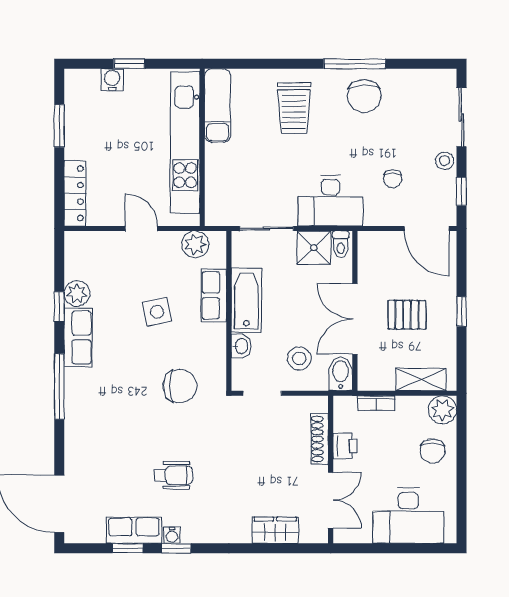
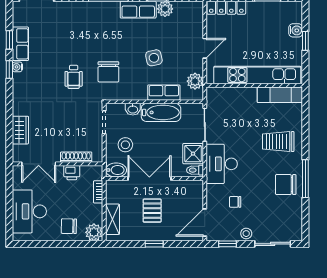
wheelchair: (173, 475) -> (74, 77), moved

